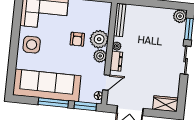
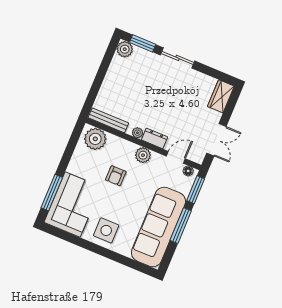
armchair: (77, 39) -> (116, 176), turned 90
plant: (99, 39) -> (95, 139), moved
door: (106, 83) -> (176, 157), hinge flipped

